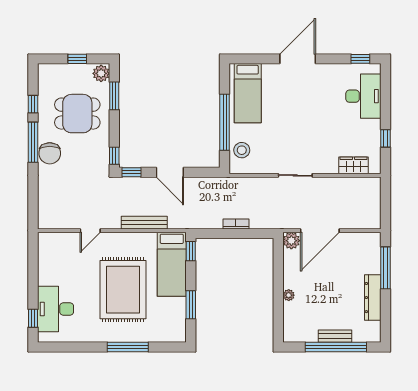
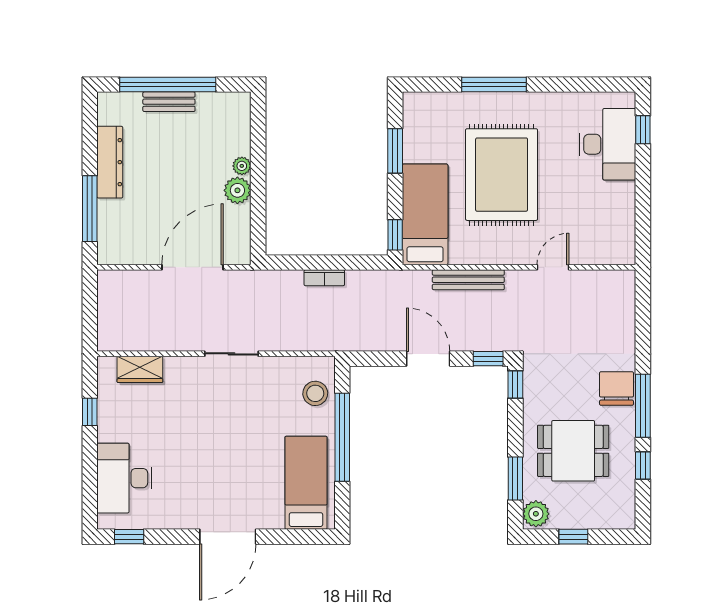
plant: (291, 241) -> (237, 190), moved

